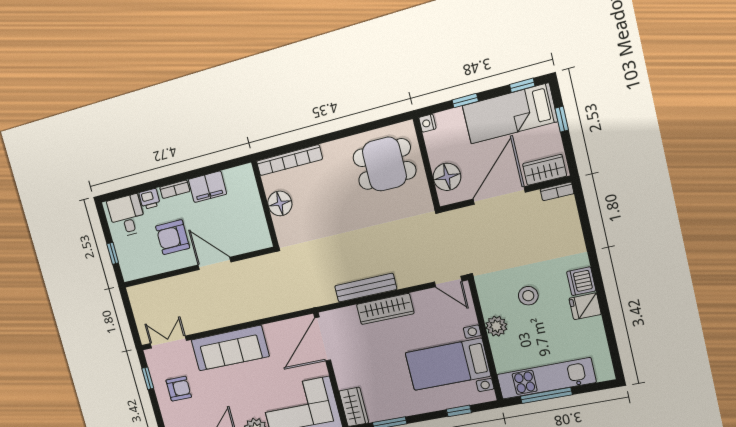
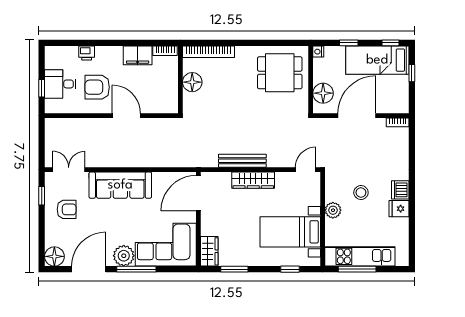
wardrobe: (545, 170) -> (392, 105), removed
bookcase: (175, 189) -> (165, 51), moved
desk: (127, 216) -> (60, 84), moved, turned -90
door: (448, 282) -> (306, 170), swing flipped

